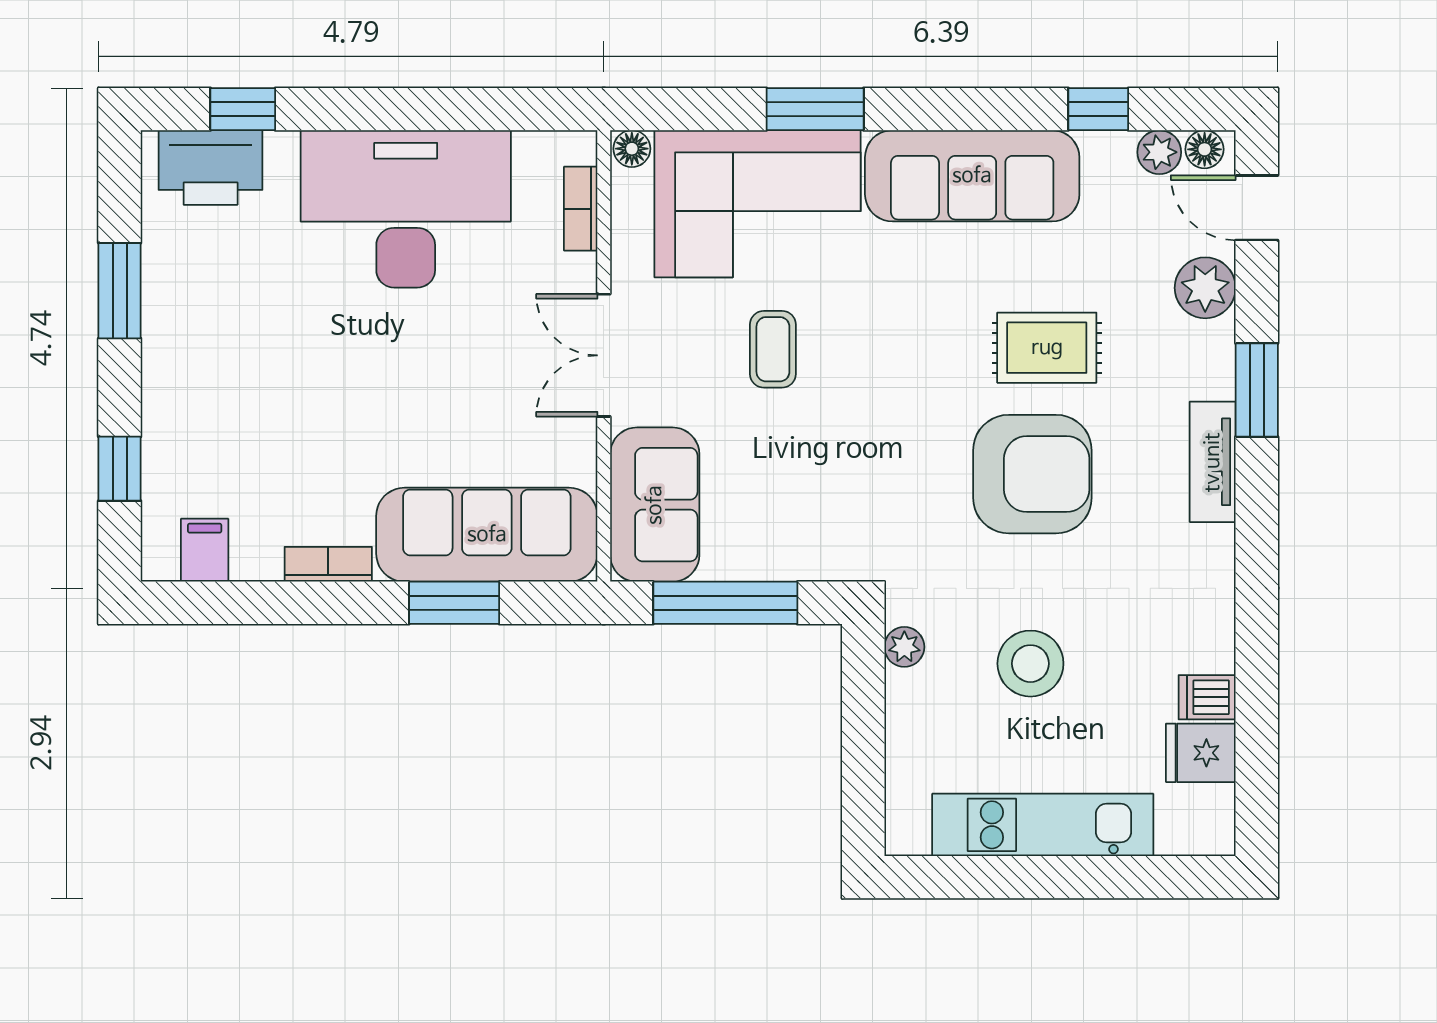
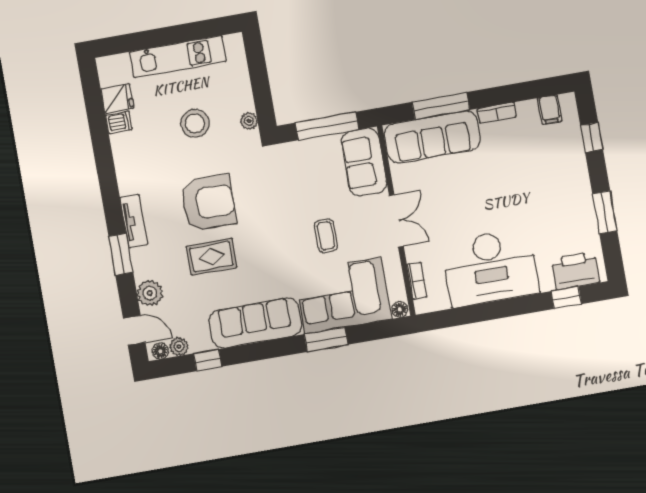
armchair: (1032, 474) -> (208, 203), turned 180
window: (454, 603) -> (441, 106), width x1.44

